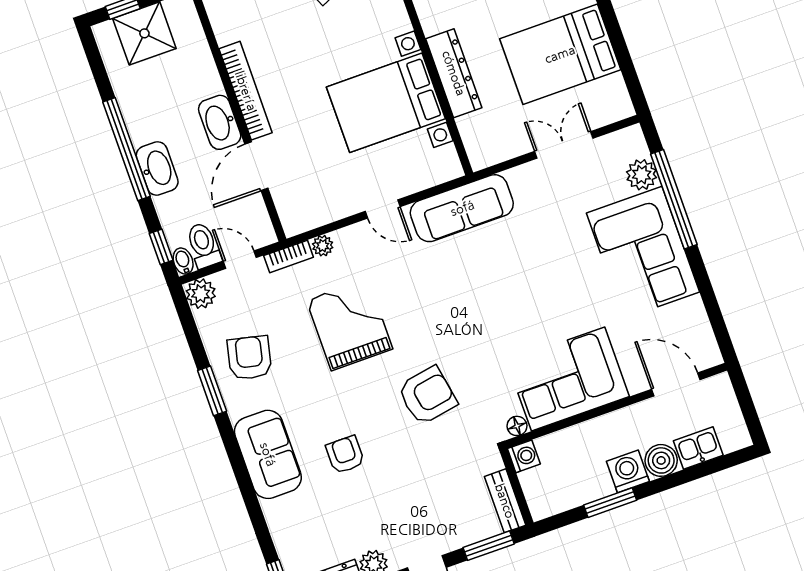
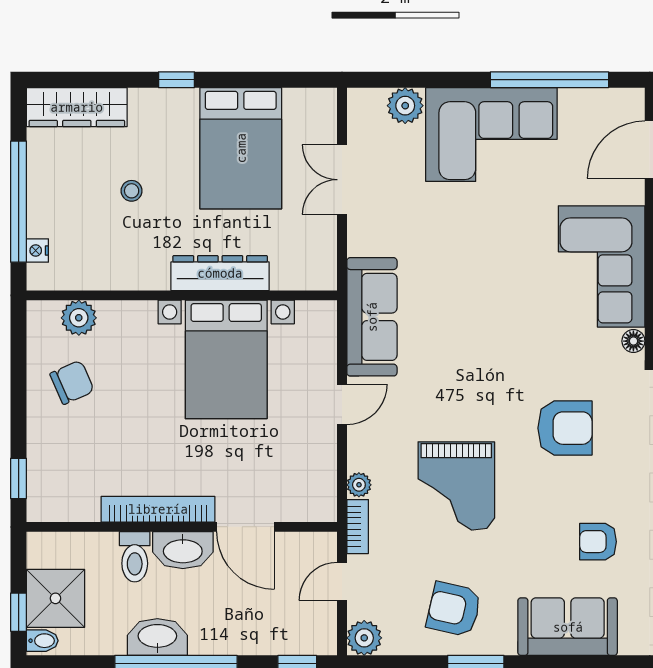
washbasin: (157, 168) -> (157, 637), moved
window: (674, 199) -> (550, 80), moved
toilet: (203, 245) -> (135, 557), moved, turned -90
bidet: (183, 261) -> (42, 641), moved, turned 180
grand piano: (349, 325) -> (456, 486), turned -90
armchair: (427, 396) -> (565, 428), turned 100

